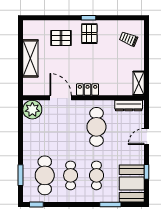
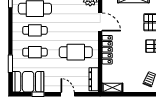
locker: (88, 90) -> (107, 50), width x1.53
door: (61, 98) -> (100, 22), hinge flipped

